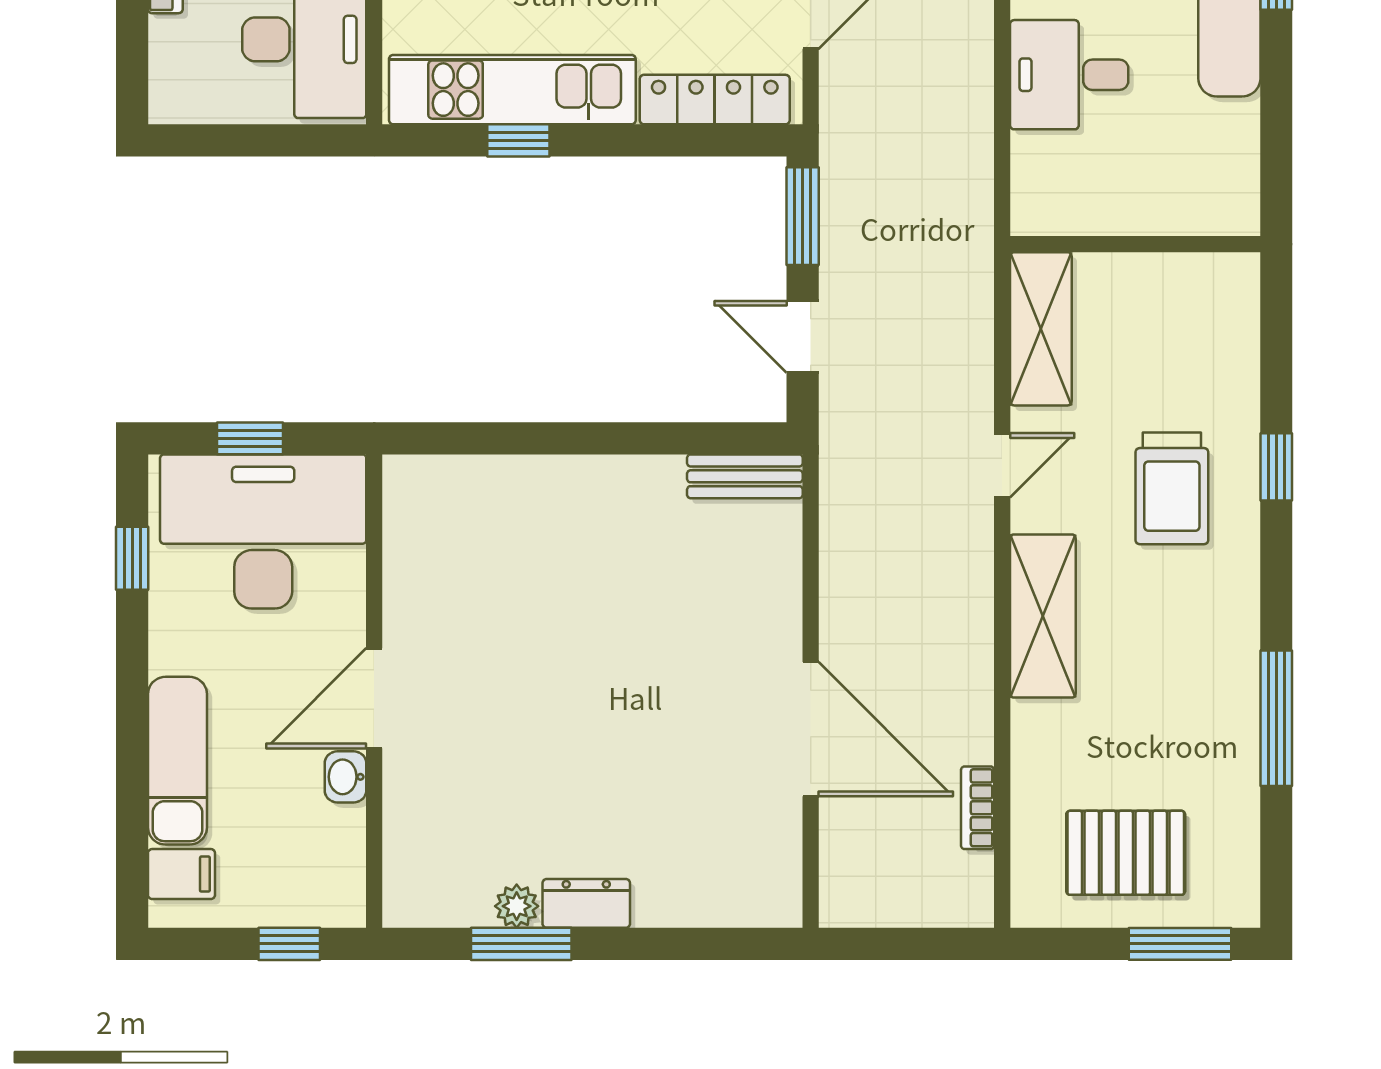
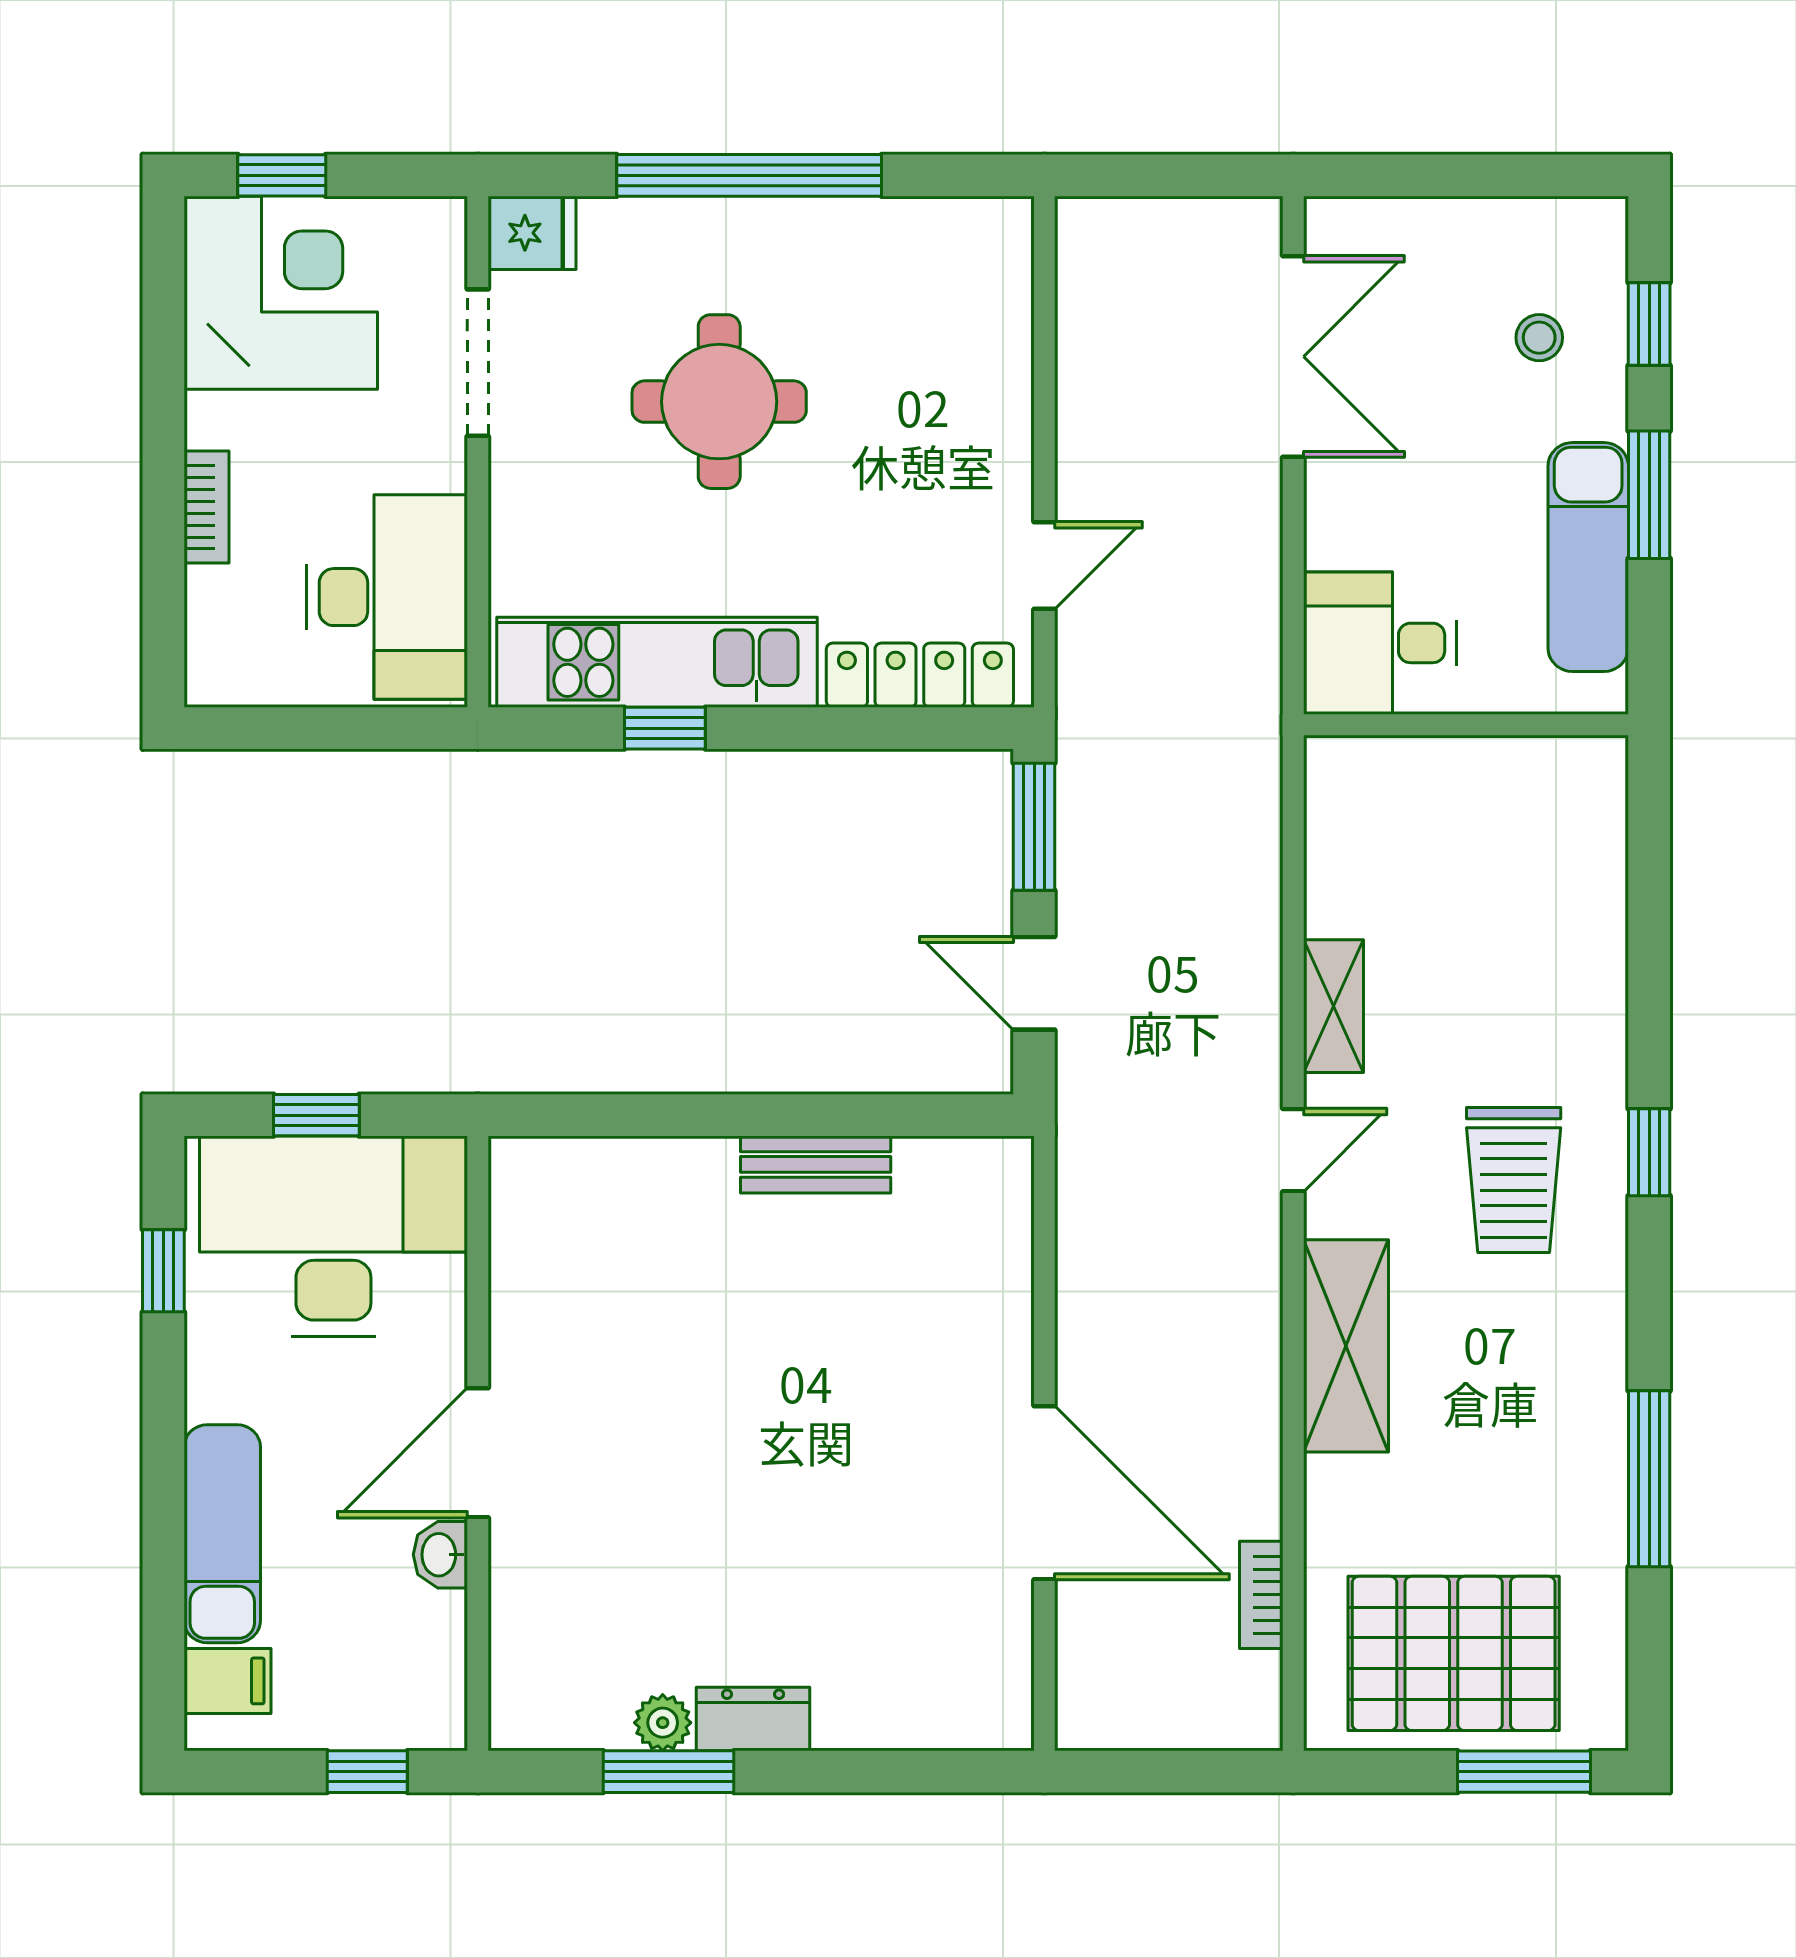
wall: (1135, 244) -> (1466, 725), moved
shelving: (1041, 329) -> (1333, 1006), width x0.67, depth x0.75
bench: (745, 476) -> (816, 1164), moved
pallet: (1126, 853) -> (1454, 1653), width x1.37, depth x1.41

